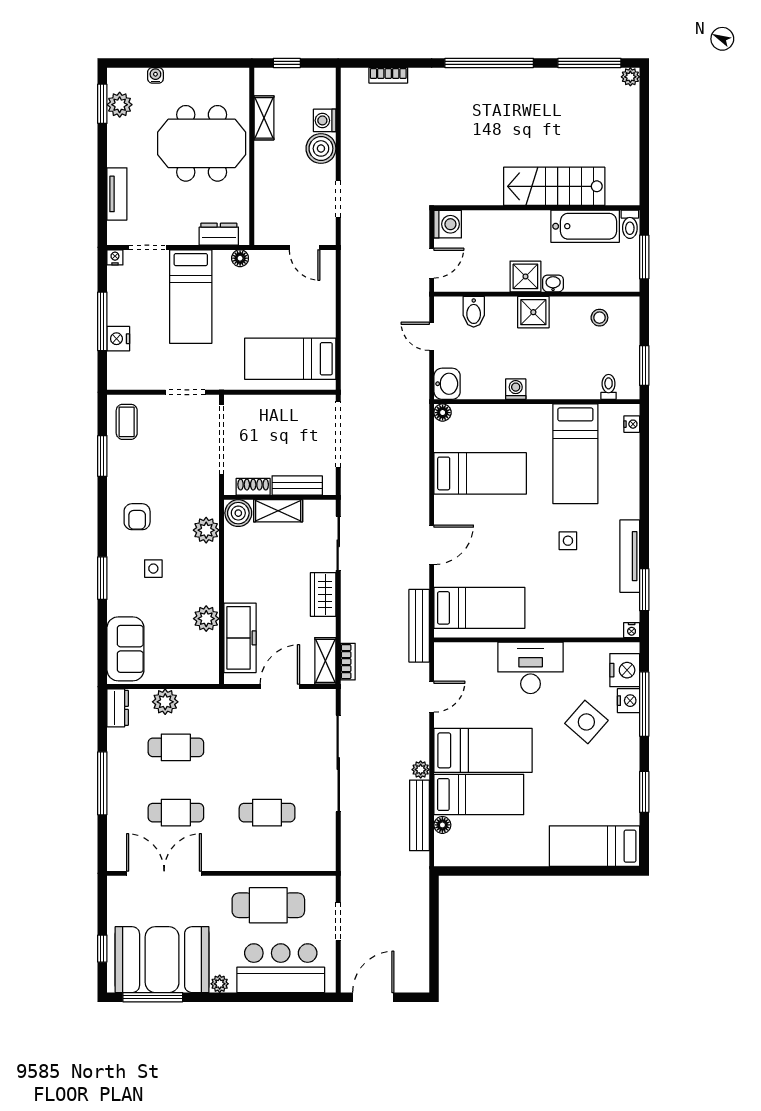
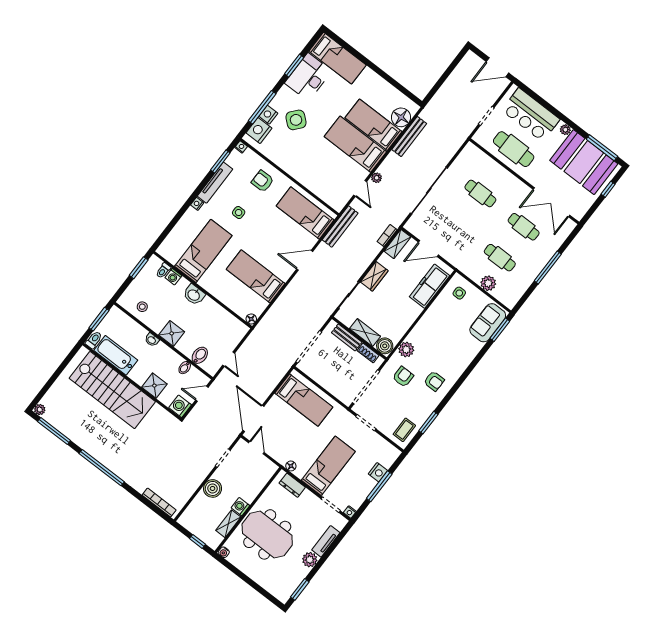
water cooler: (155, 75) -> (224, 552), moved
bookcase: (388, 75) -> (159, 503), width x1.56
plant: (120, 105) -> (310, 560), moved
washing machine: (325, 120) -> (240, 507), moved, turned 180
stairs: (554, 186) -> (112, 390), width x1.36, depth x1.51
shower: (525, 276) -> (154, 386), moved
bidet: (481, 280) -> (185, 368), added
door: (338, 283) -> (253, 418), added
washbasin: (447, 384) -> (194, 295), moved, turned -90
washing machine: (516, 389) -> (173, 277), moved
nightstand: (632, 424) -> (197, 204), moved
armchair: (183, 491) -> (403, 377), added
armchair: (137, 517) -> (434, 381), turned 90
side table: (153, 569) -> (459, 293), moved
window: (102, 578) -> (500, 330), moved
armchair: (568, 607) -> (263, 181), added
plant: (206, 619) -> (438, 308), removed
desk: (531, 668) -> (308, 77), moved, turned 90
door: (432, 697) -> (360, 188), swing flipped
dresser: (118, 708) -> (513, 298), removed
plant: (421, 770) -> (377, 178), moved
floor lamp: (442, 825) -> (401, 117), width x1.89, depth x1.89

